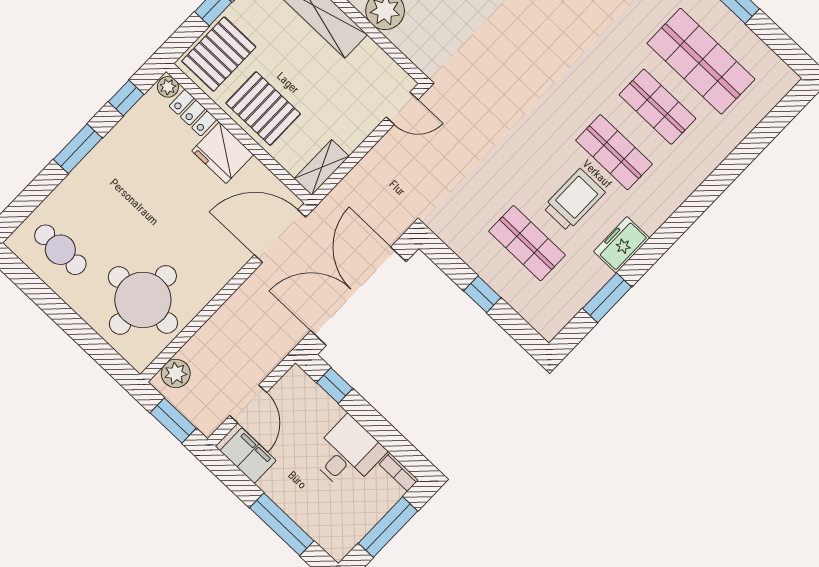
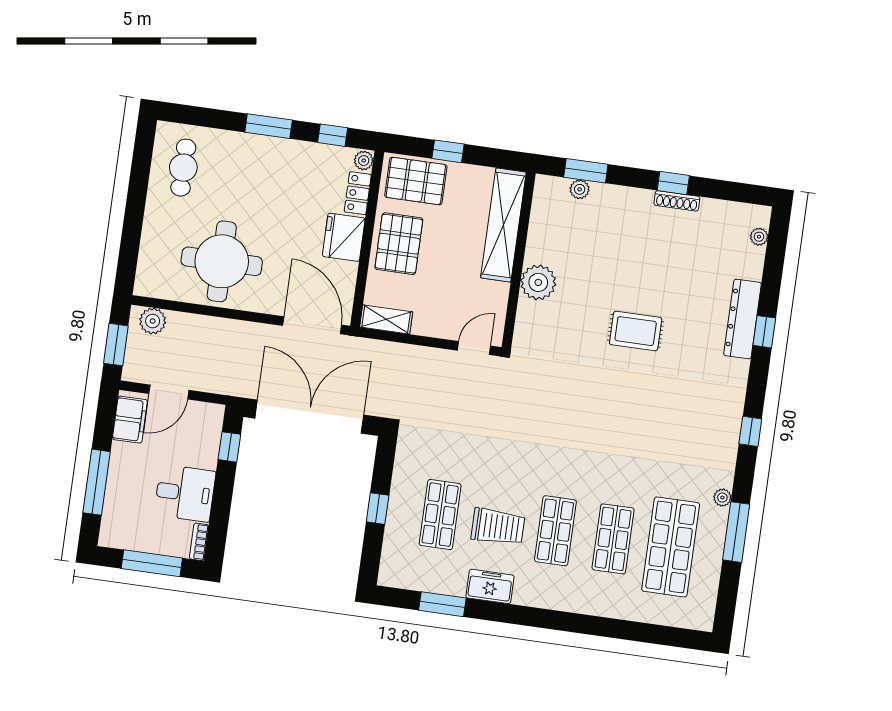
door: (402, 108) -> (474, 348), swing flipped
round table: (143, 300) -> (222, 261), moved

